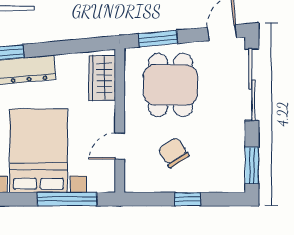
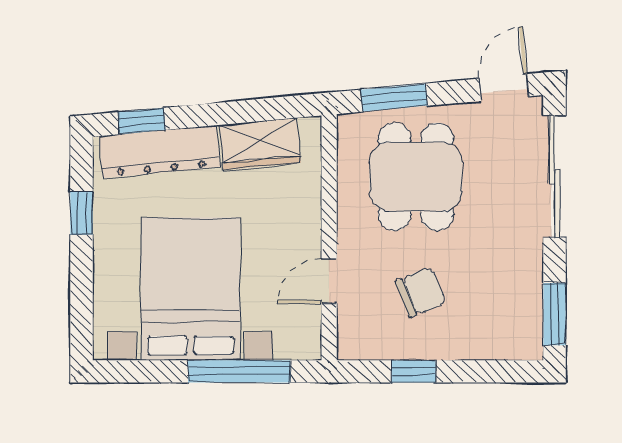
wardrobe: (102, 78) -> (260, 144), moved, turned -95
chair: (173, 153) -> (421, 292), turned 101
window: (188, 199) -> (414, 371), moved

